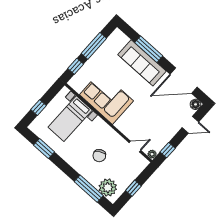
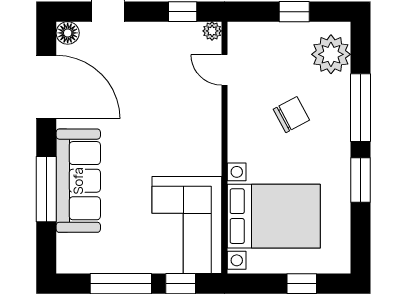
corner sofa: (107, 98) -> (187, 225), moved
bed with nightstands: (70, 119) -> (274, 216), width x1.36
window: (44, 149) -> (360, 180), moved
window: (89, 189) -> (360, 108), moved

